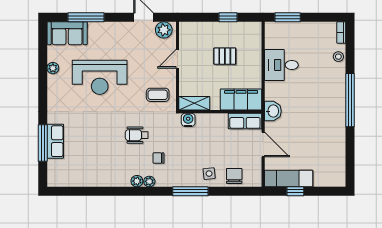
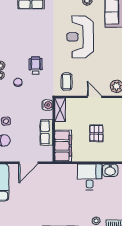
washbasin: (273, 111) -> (110, 170), moved
row of seats: (245, 121) -> (46, 132), moved

